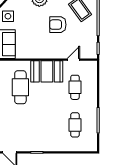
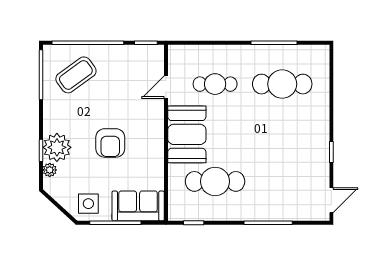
armchair: (58, 25) -> (110, 143), moved
door: (73, 60) -> (166, 87), hinge flipped
cafe table: (75, 125) -> (282, 84), width x1.37, depth x1.35

